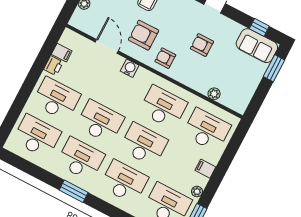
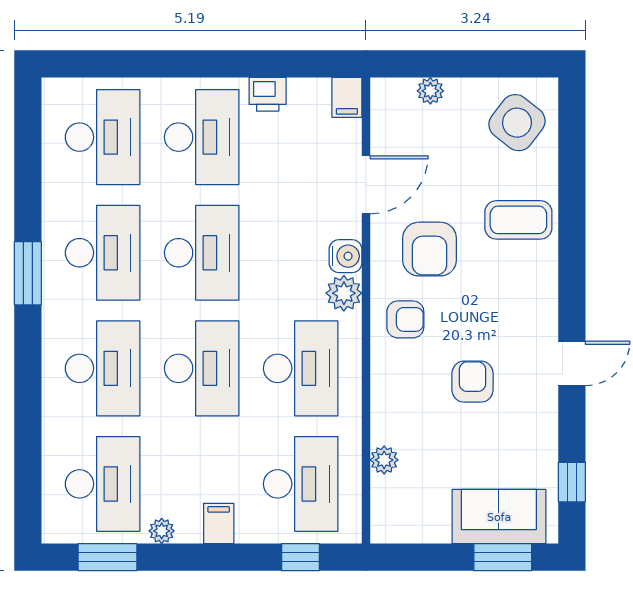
armchair: (144, 35) -> (430, 249), turned 180
sofa: (257, 46) -> (499, 517), moved, turned 90
filing cabinet: (62, 53) -> (347, 97), moved
armchair: (165, 58) -> (405, 319), turned 90
plant: (143, 76) -> (344, 293), added
window: (234, 144) -> (301, 557), added

